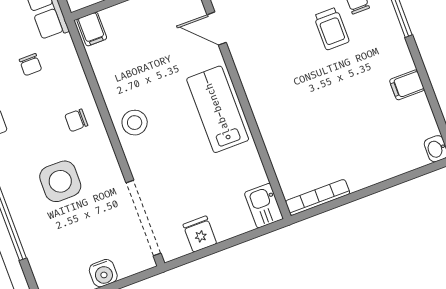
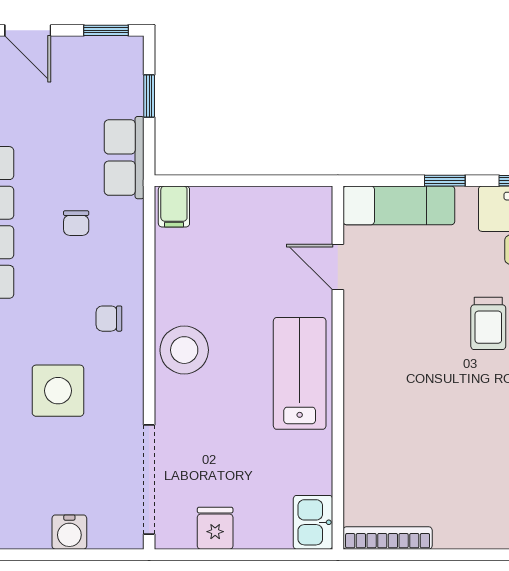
stool: (135, 123) -> (184, 350), width x1.38, depth x1.38

